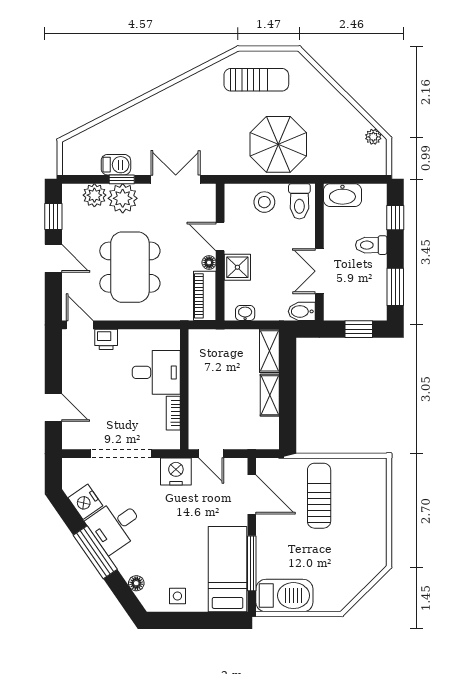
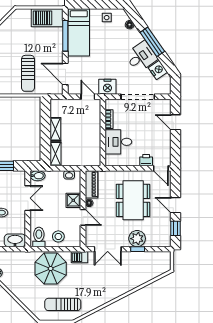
barbecue: (116, 165) -> (79, 257), moved
plant: (94, 195) -> (153, 240), removed

